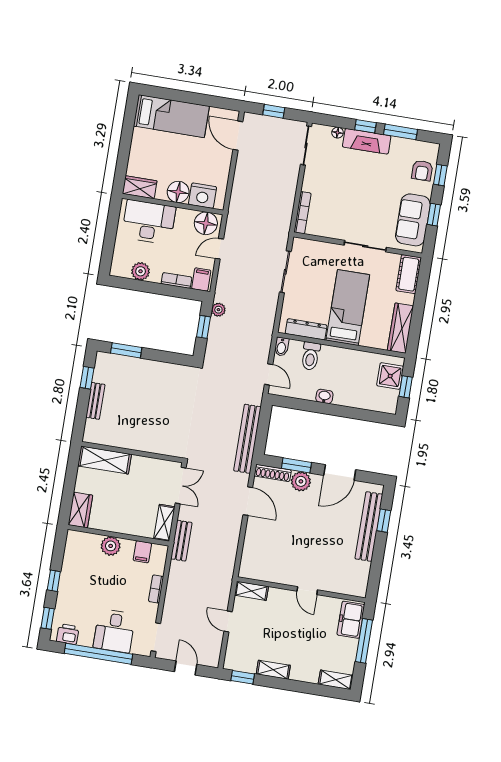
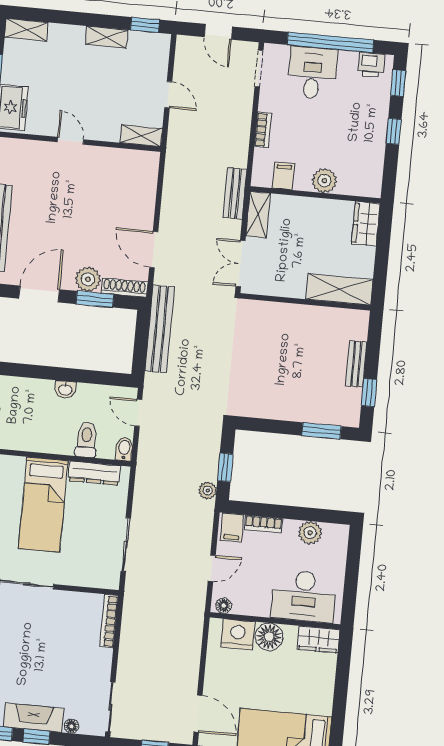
floor lamp: (206, 223) -> (224, 606), width x0.53, depth x0.53

